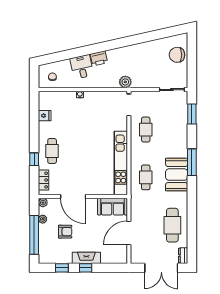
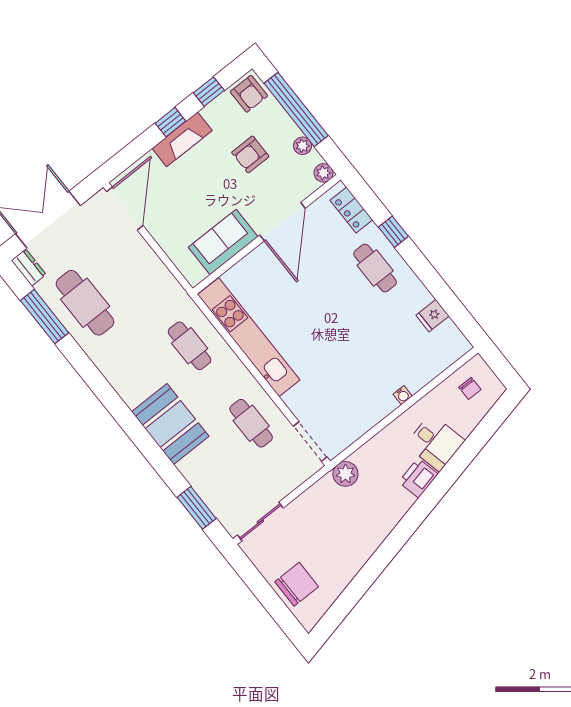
window: (192, 162) -> (45, 317), moved
booth: (177, 175) -> (170, 424), moved
door: (73, 196) -> (282, 222), swing flipped
sofa: (112, 207) -> (223, 242), moved
door: (129, 233) -> (125, 208), moved
armchair: (47, 255) -> (249, 94), added

